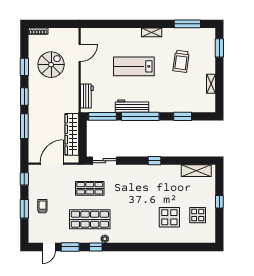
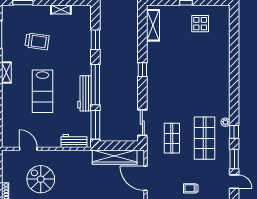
display table: (169, 217) -> (202, 54), removed

